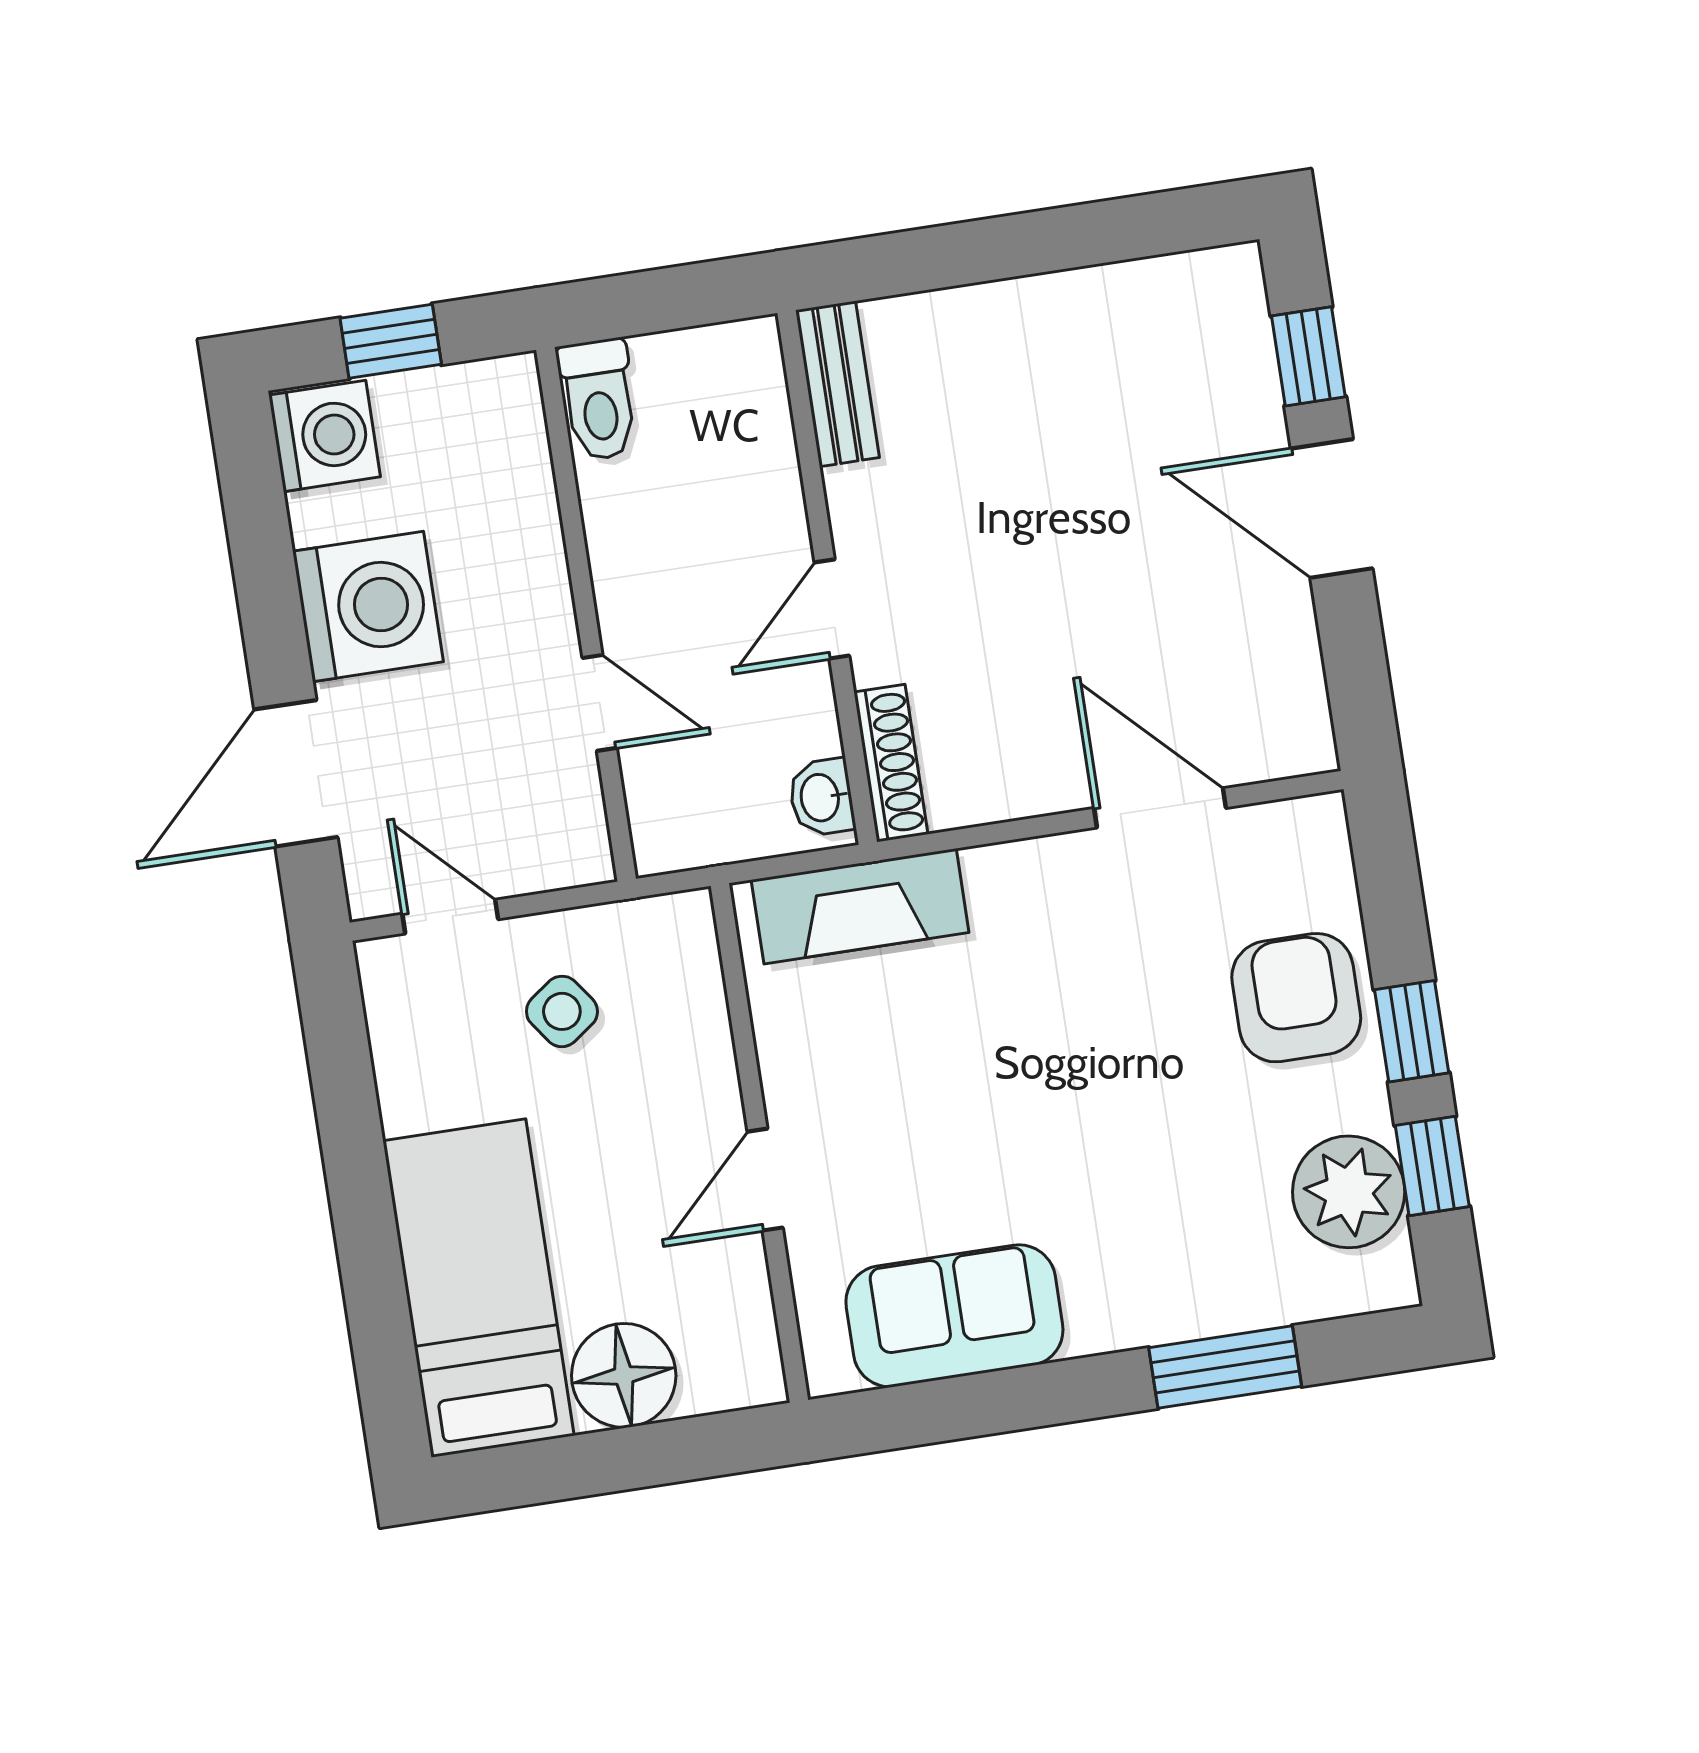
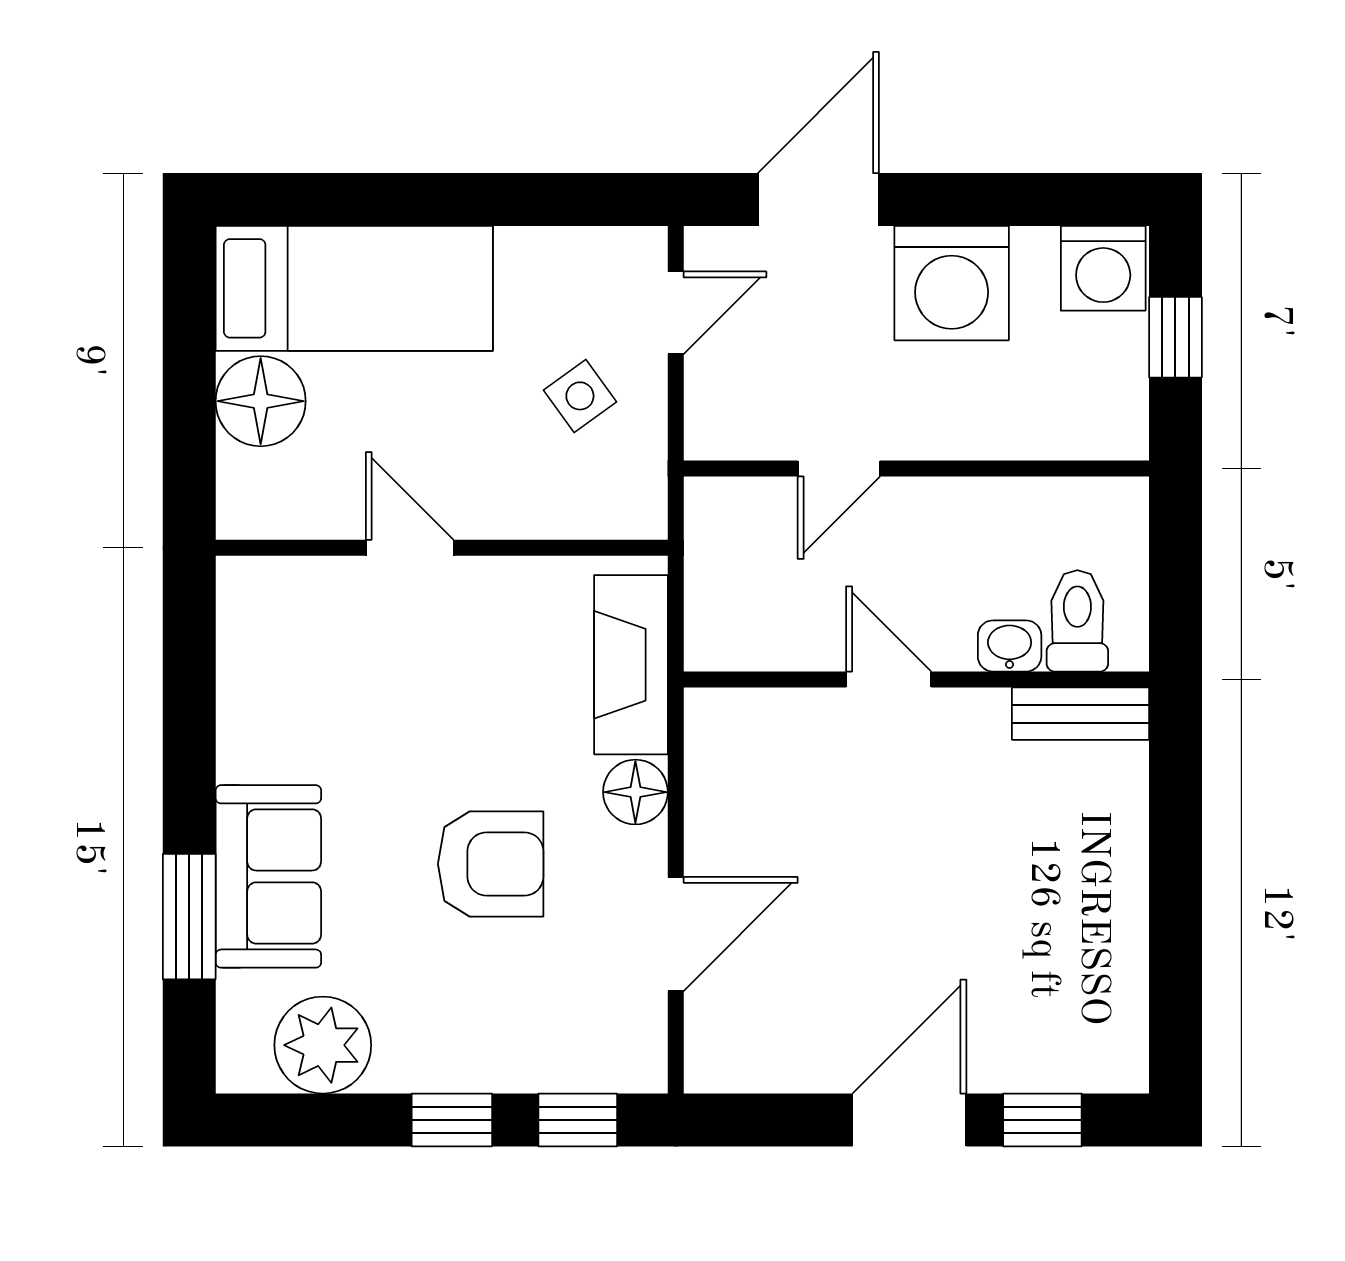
toilet: (598, 400) -> (1077, 621), moved, turned 90
shoe rack: (891, 763) -> (749, 710), removed
door: (296, 773) -> (818, 200), hinge flipped
washbasin: (822, 797) -> (1010, 646), moved
floor lamp: (1005, 879) -> (635, 792), added
armchair: (1296, 998) -> (491, 864), moved
window: (1432, 1166) -> (578, 1120), moved
sofa: (954, 1316) -> (268, 876), moved

